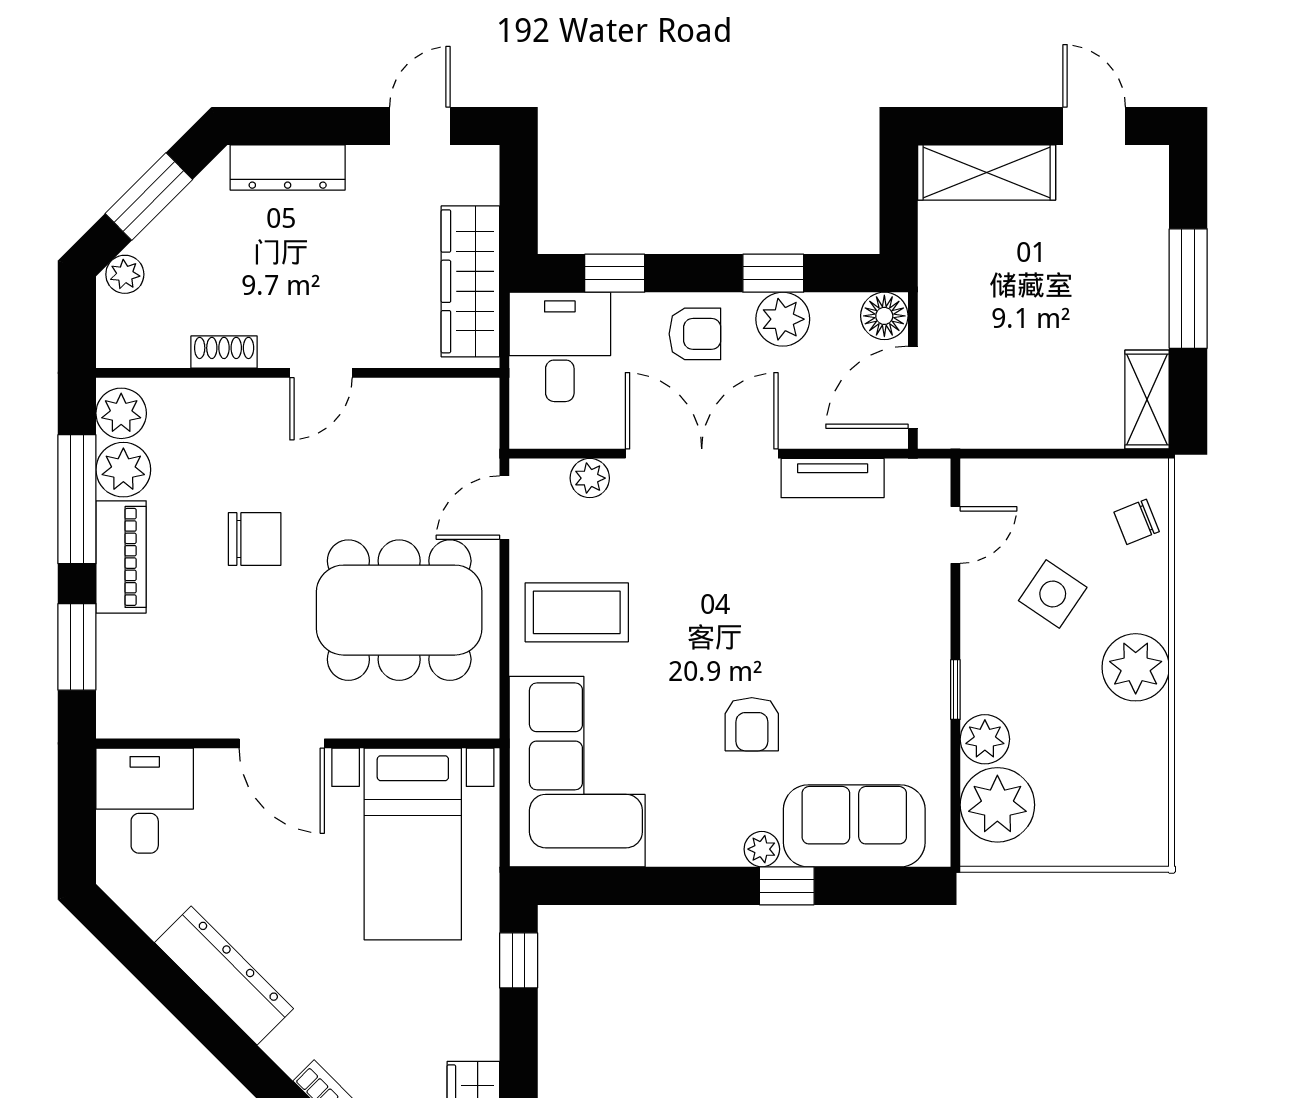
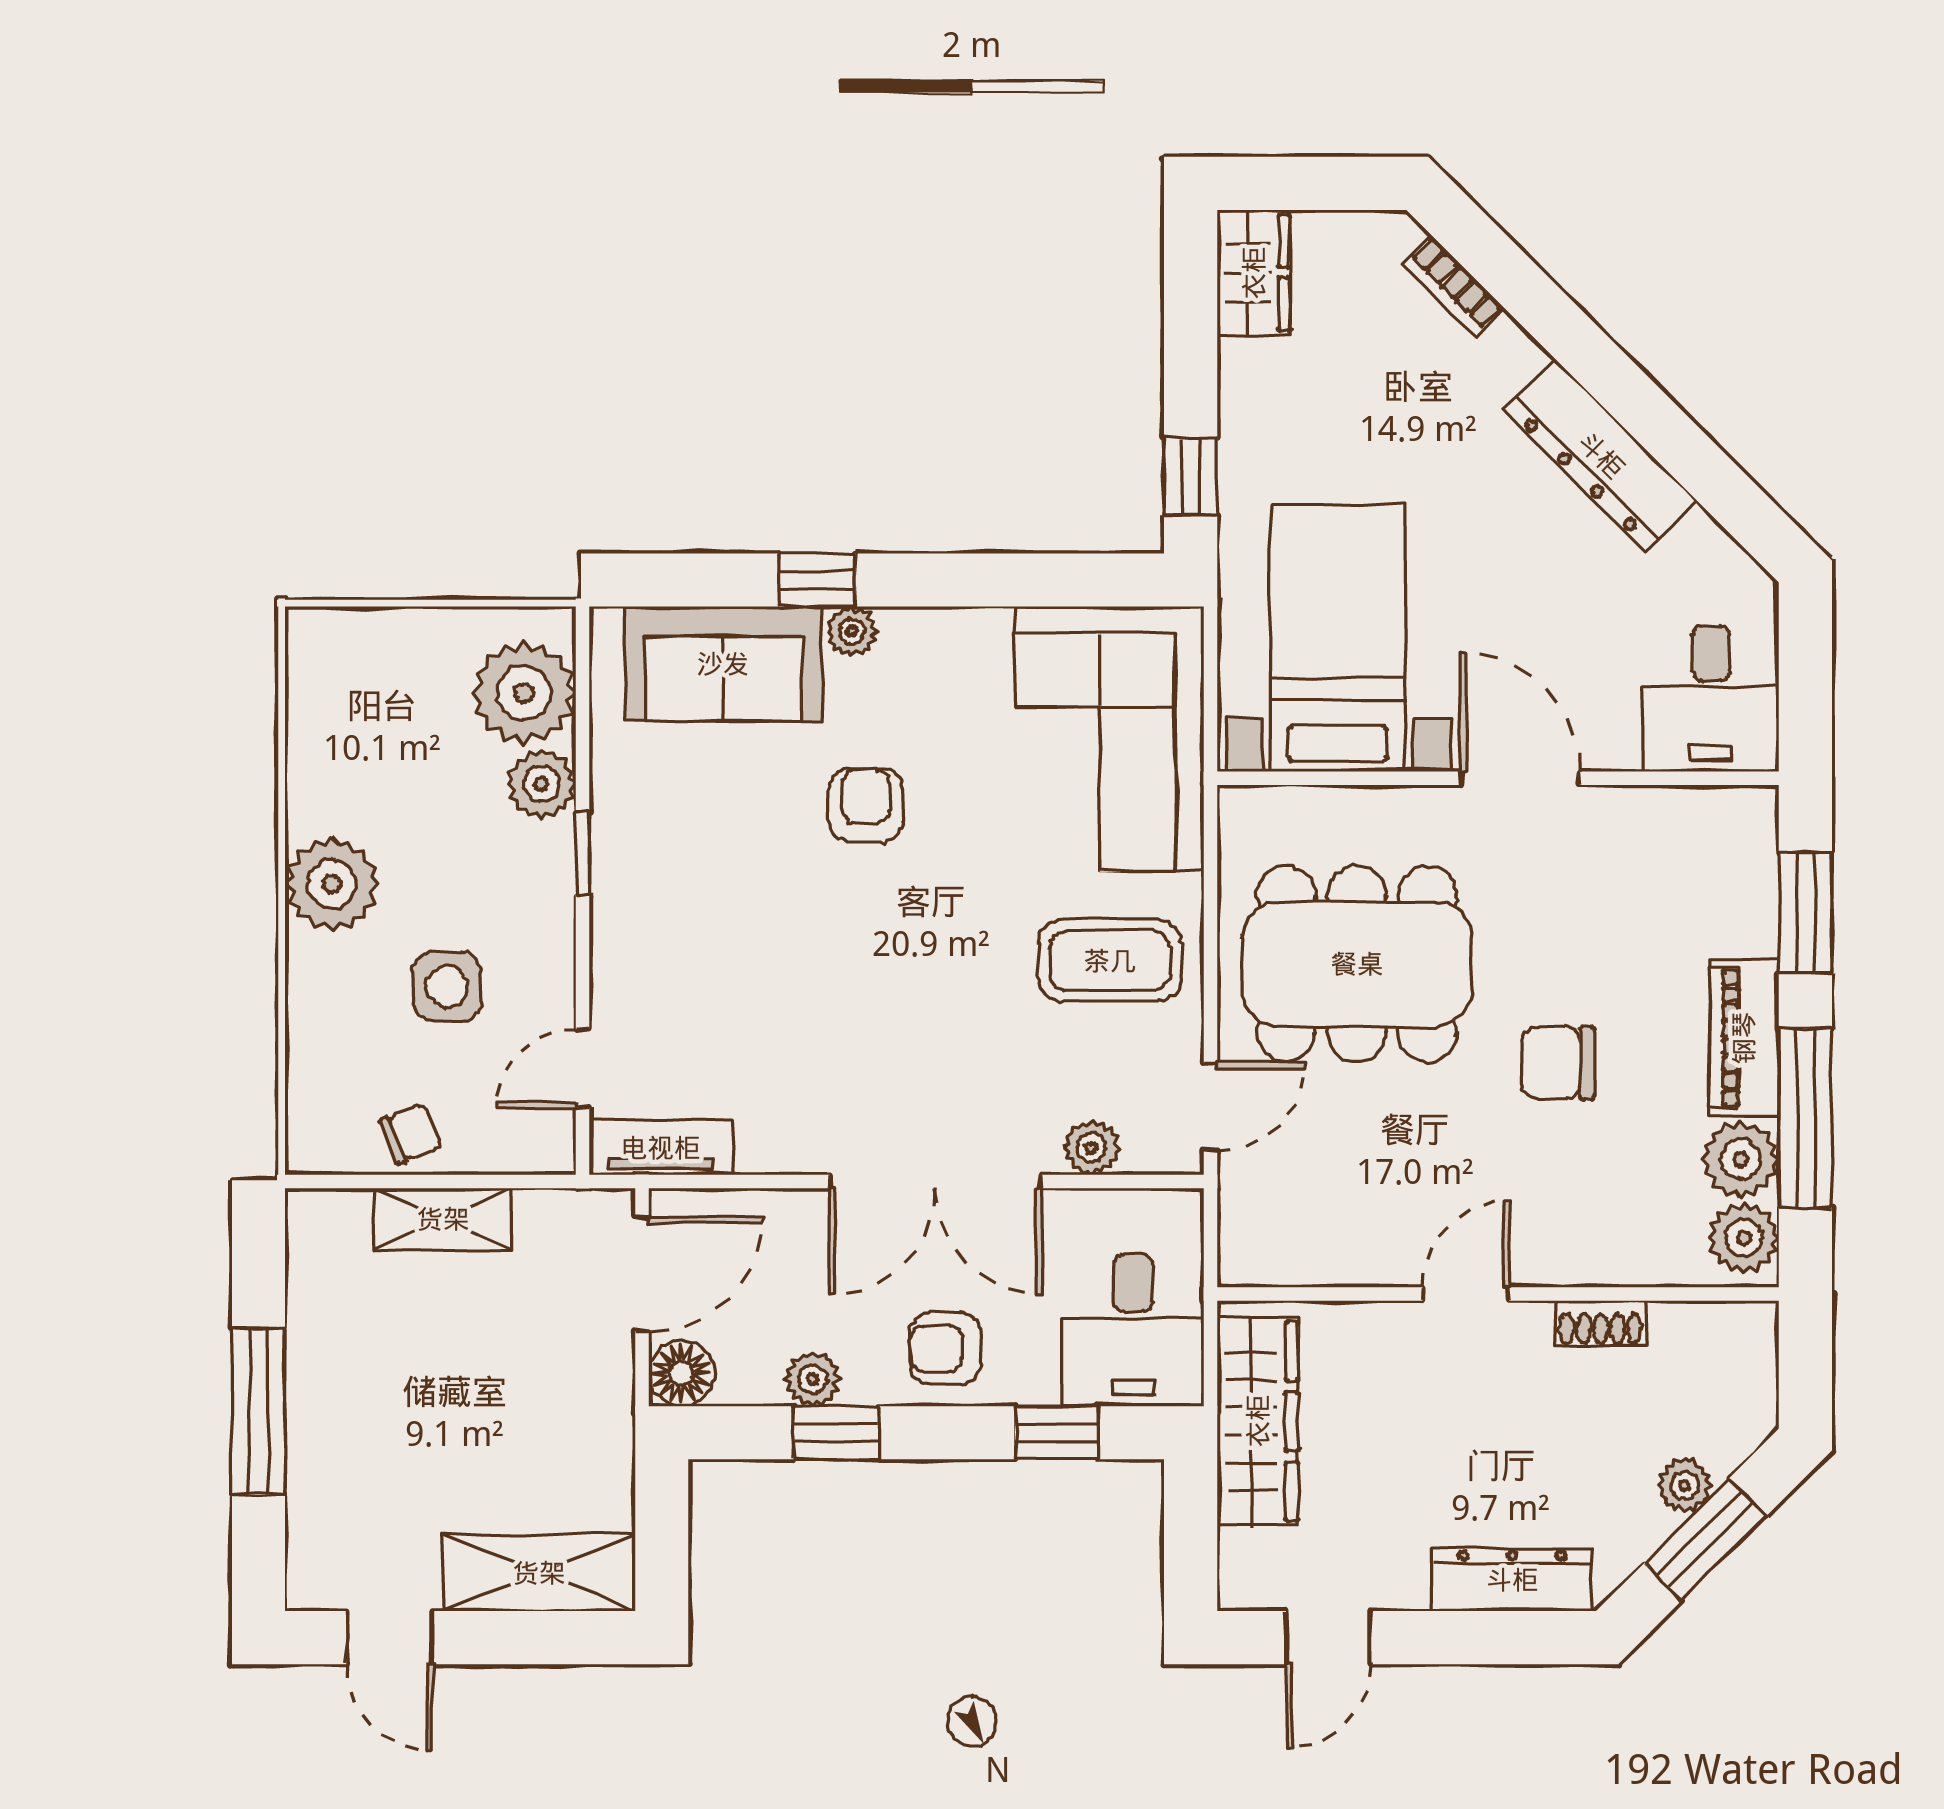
plant: (125, 274) -> (1685, 1485), moved
plant: (783, 319) -> (813, 1379), width x0.73, depth x0.73
shelving: (1147, 400) -> (443, 1219), moved, turned 90
tv unit: (833, 478) -> (661, 1148), moved
chair: (1137, 522) -> (411, 1134), moved
side table: (1053, 594) -> (447, 986), turned -34

